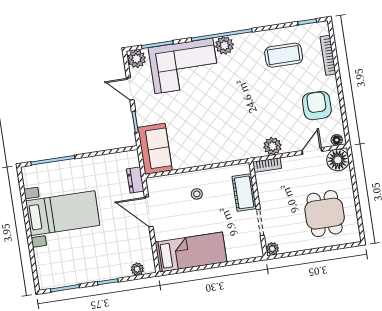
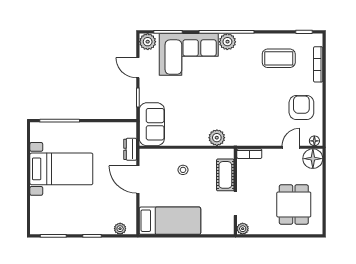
plant: (272, 146) -> (217, 138), moved

